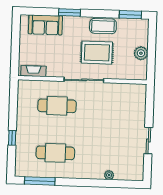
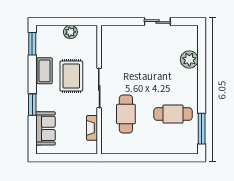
fireplace: (33, 71) -> (92, 128), moved
window: (12, 138) -> (160, 158), removed
cafe table: (55, 153) -> (173, 114), turned 90
plant: (109, 175) -> (189, 60), width x1.88, depth x1.88

